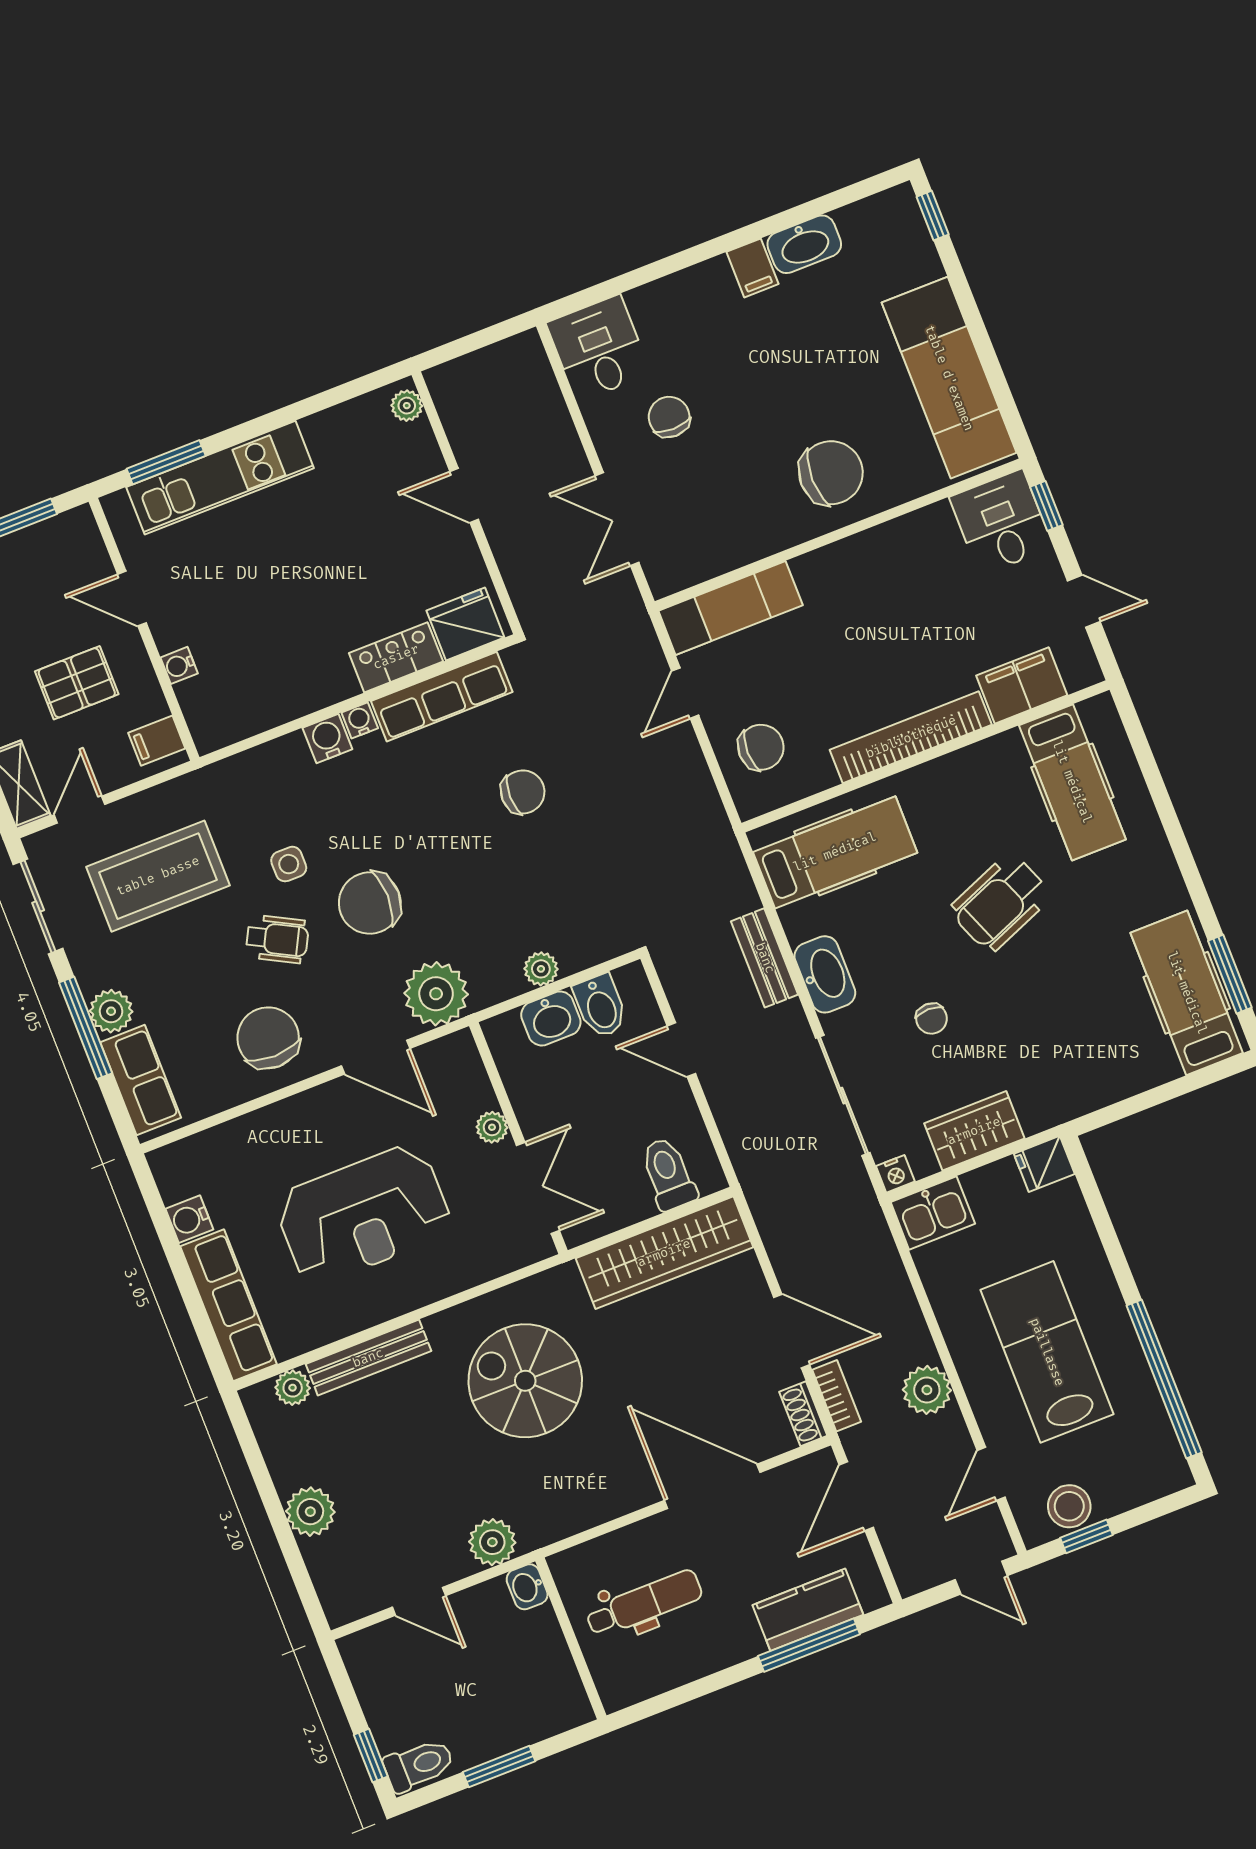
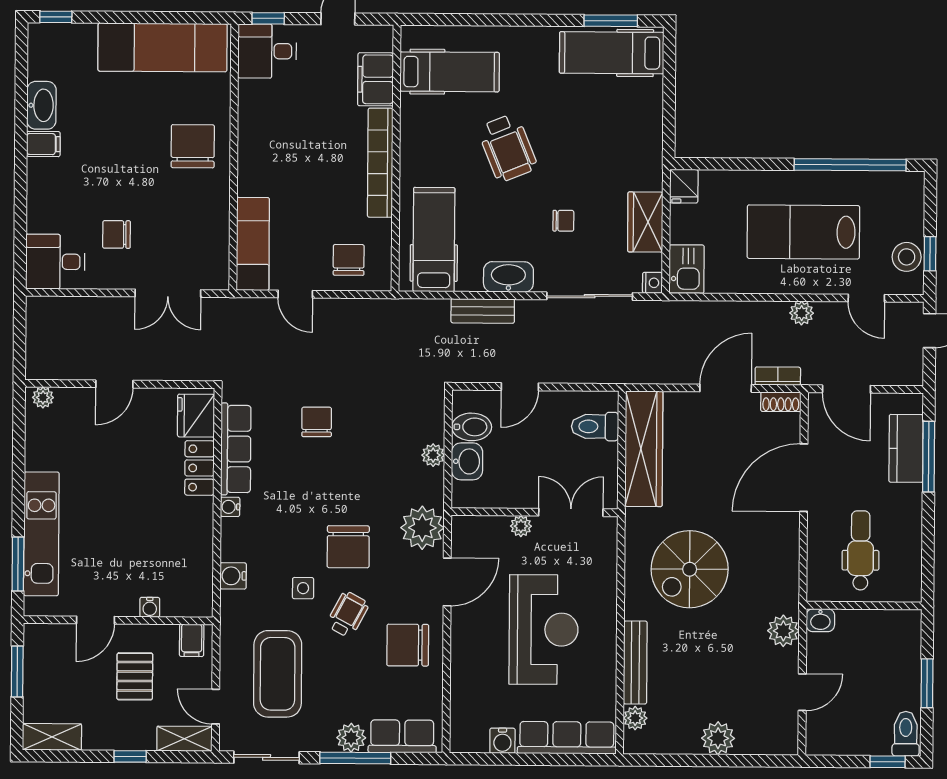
water cooler: (327, 738) -> (233, 576), moved
plant: (927, 1390) -> (802, 313), width x0.73, depth x0.73

